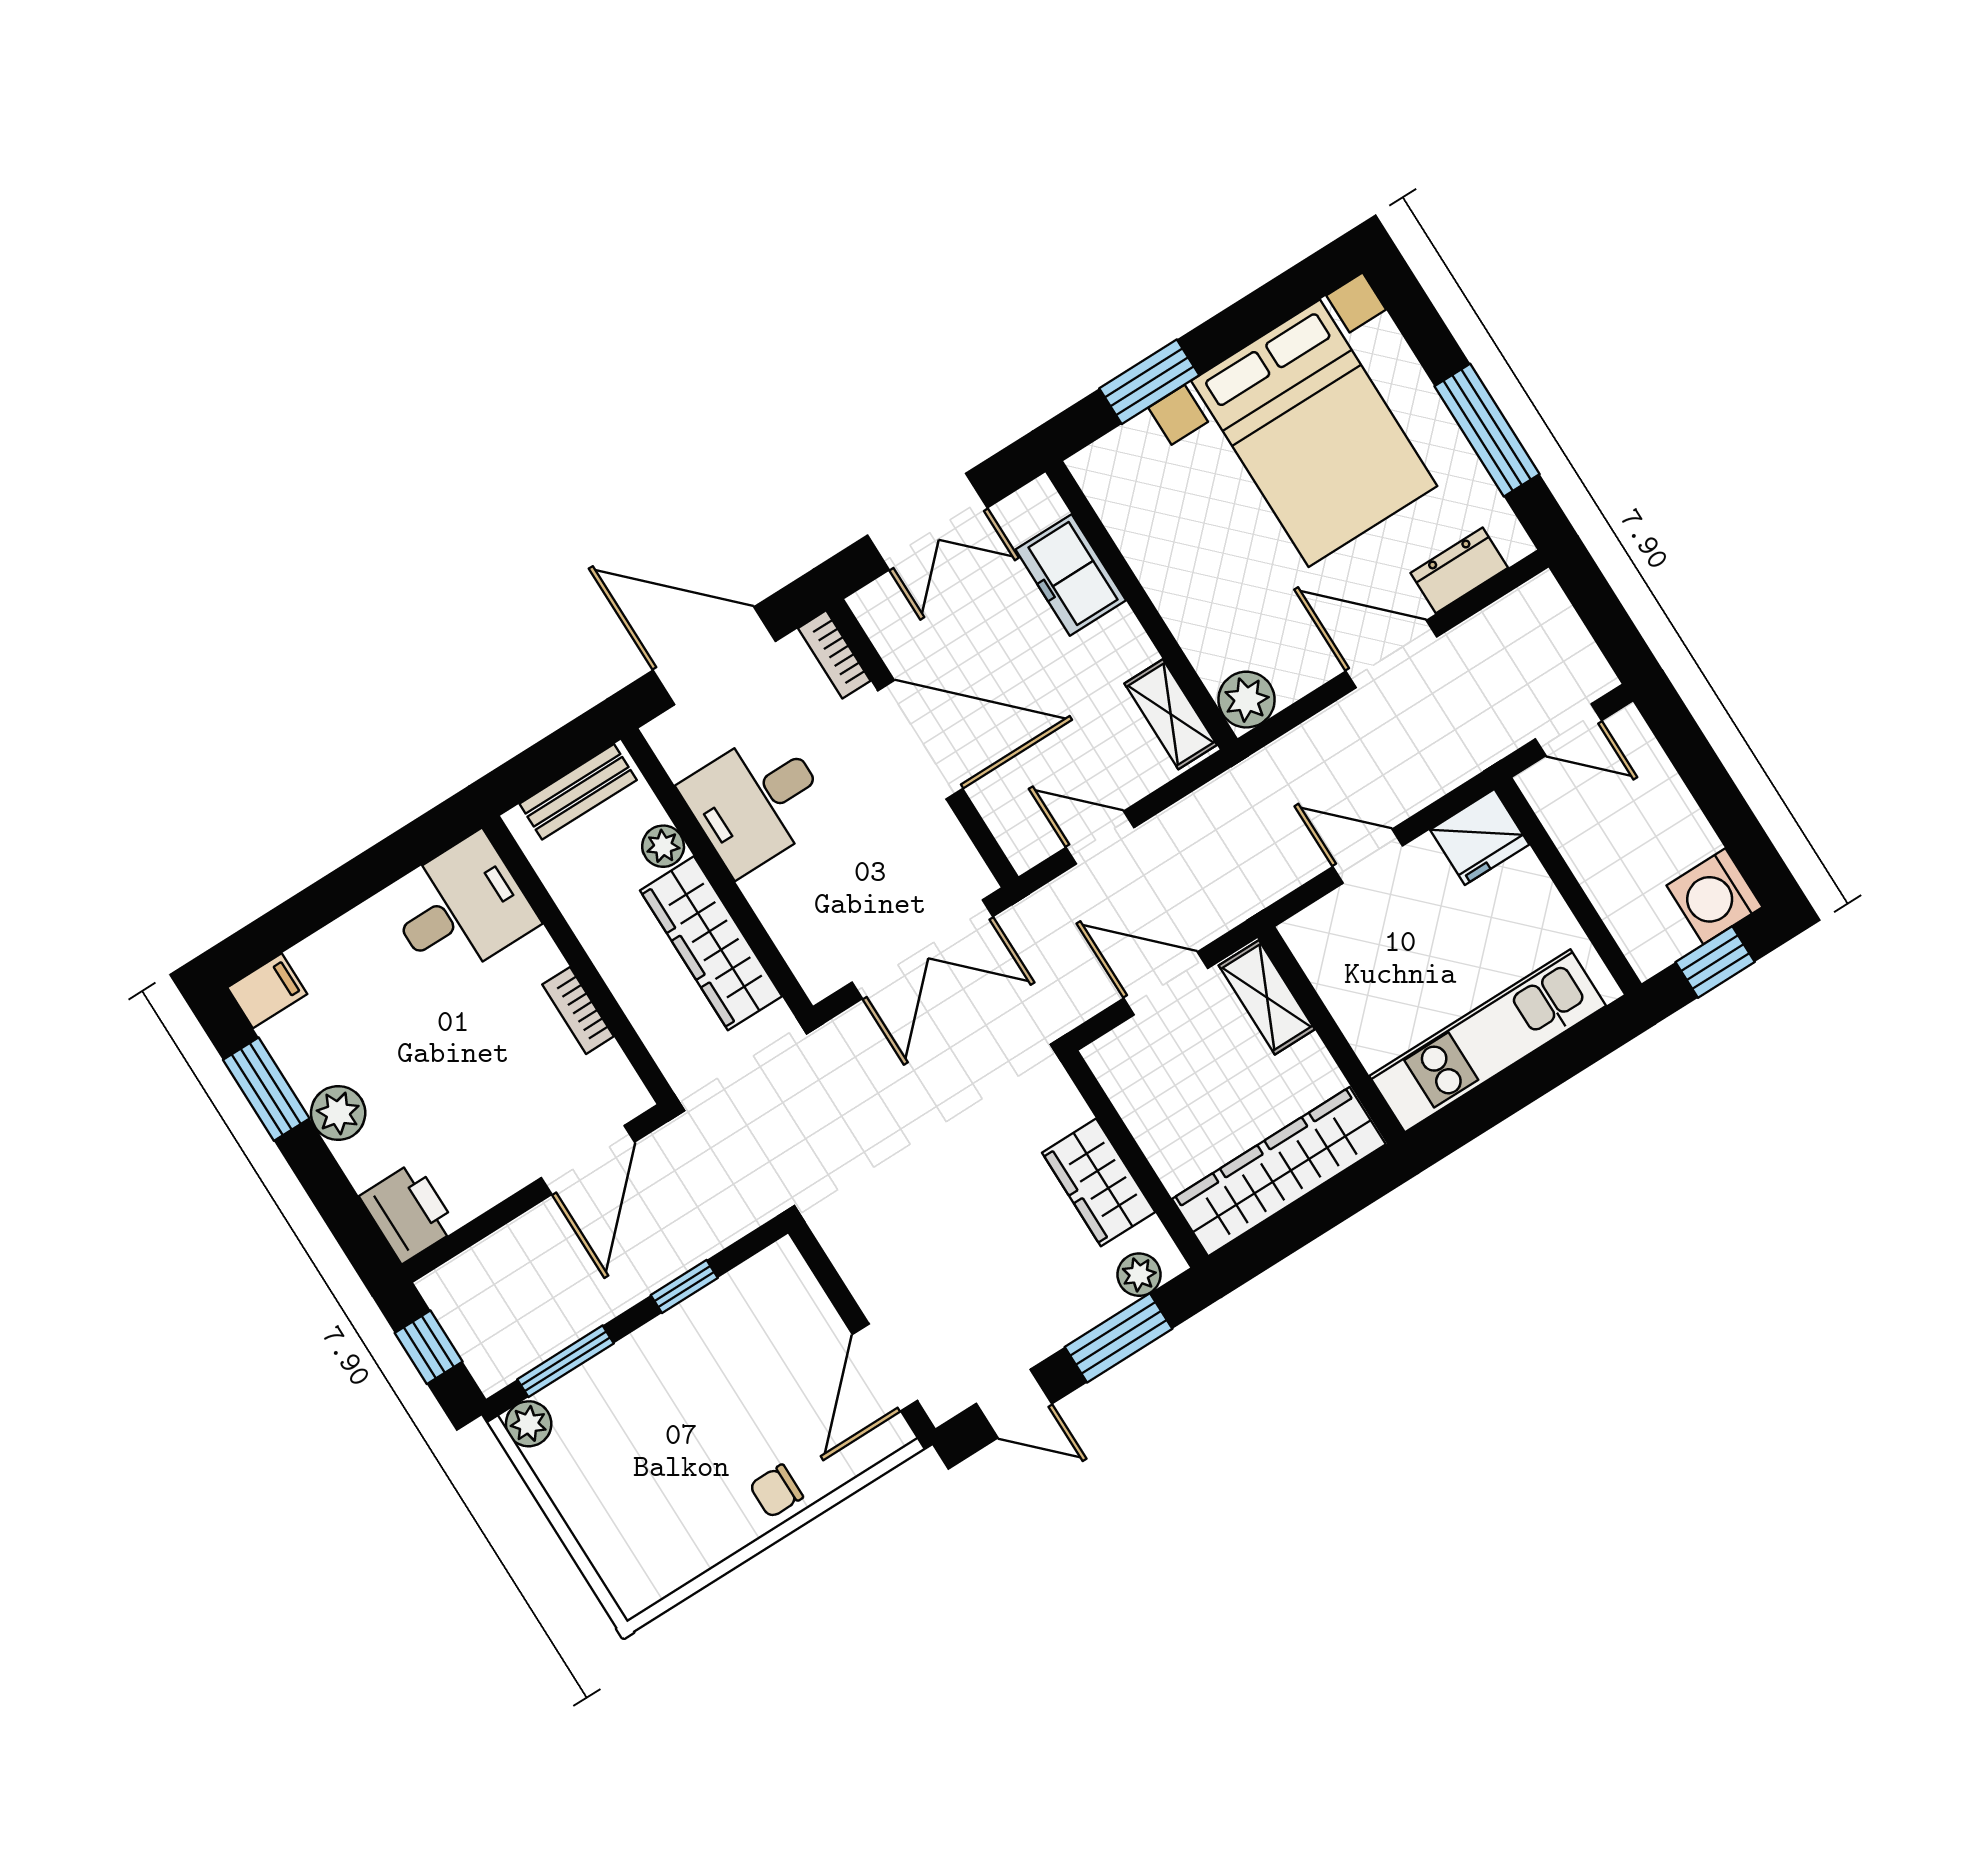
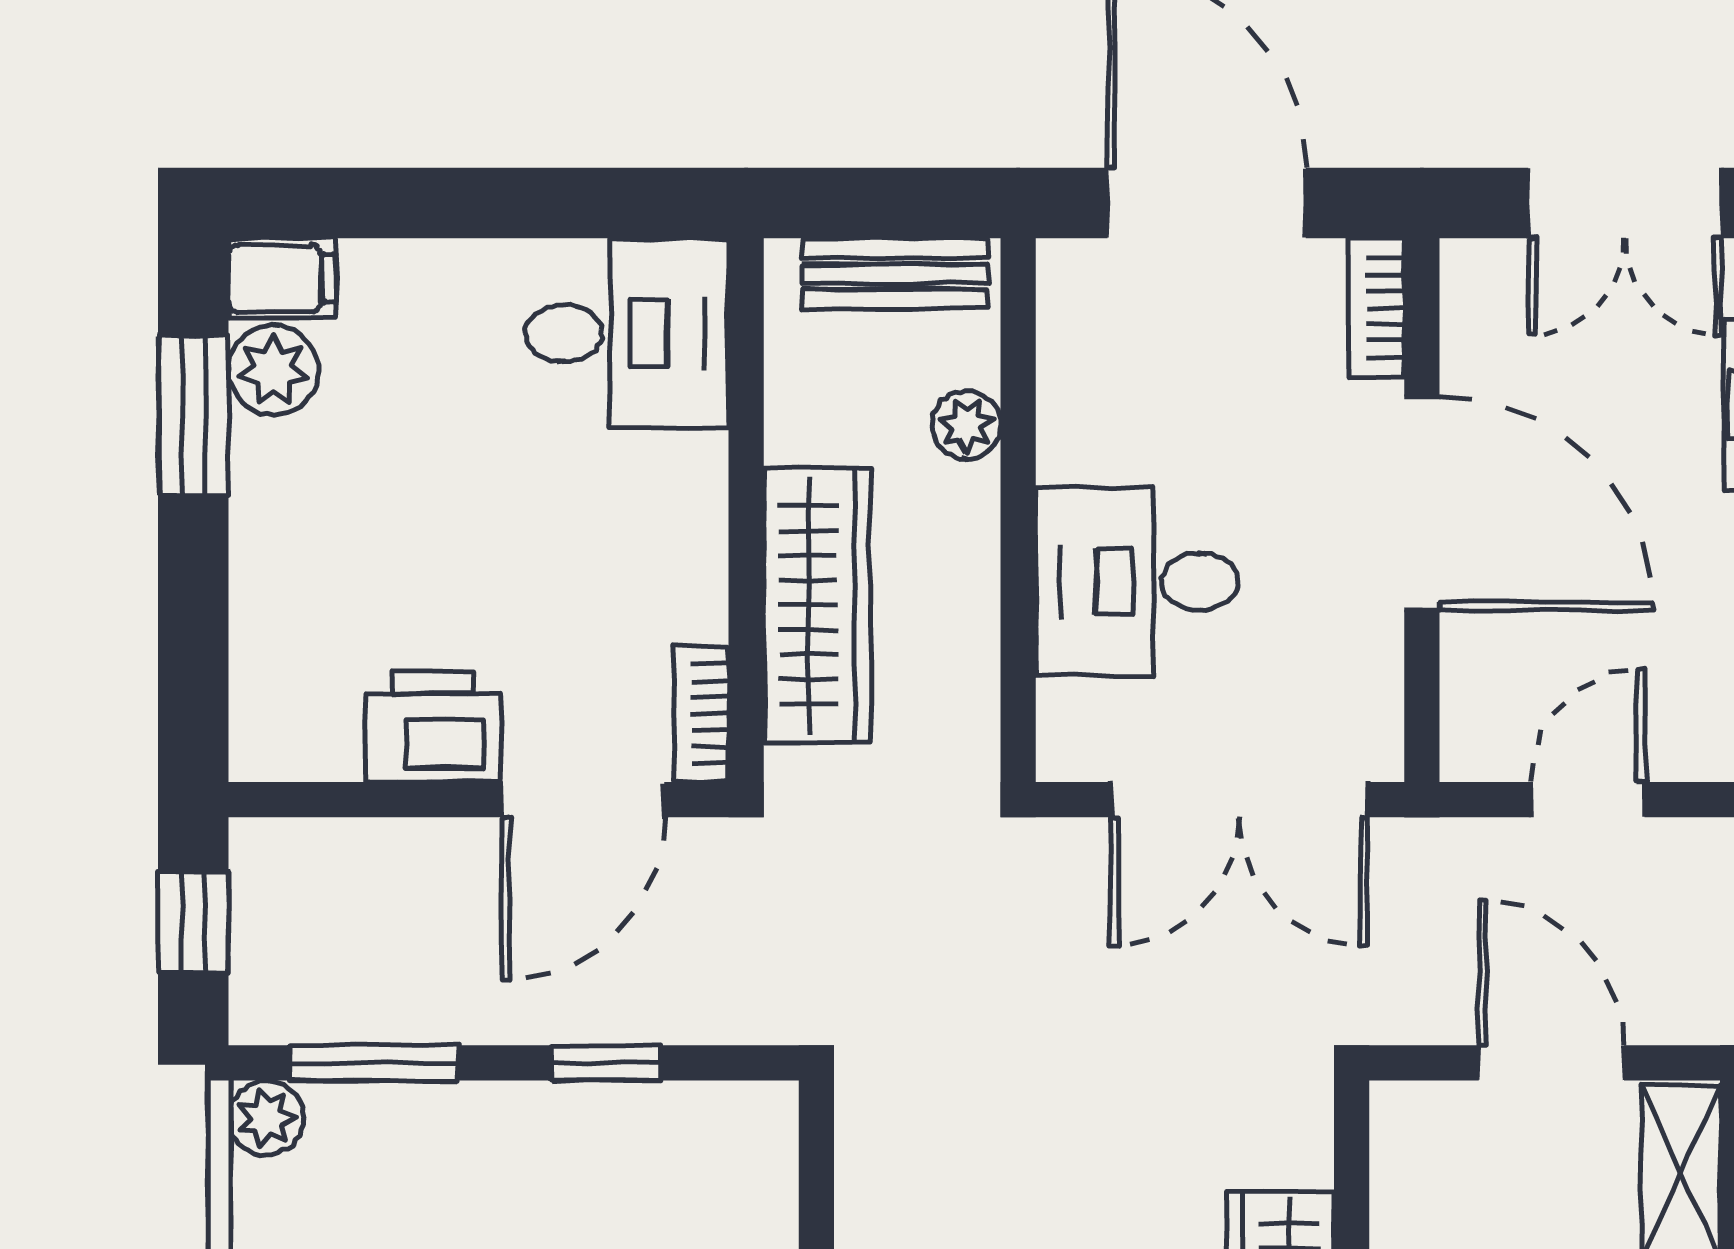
desk: (756, 801) -> (1137, 581), moved
door: (1100, 837) -> (1588, 800), hinge flipped
wardrobe: (711, 943) -> (817, 605), moved, turned 180
bookcase: (578, 1010) -> (701, 714), moved
plant: (338, 1113) -> (273, 370), moved
printer: (408, 1213) -> (433, 726), moved, turned -90

